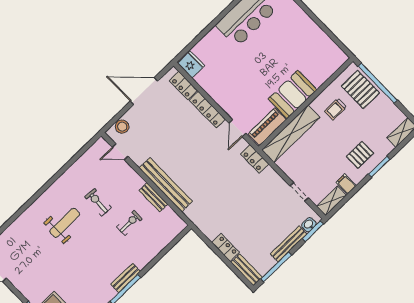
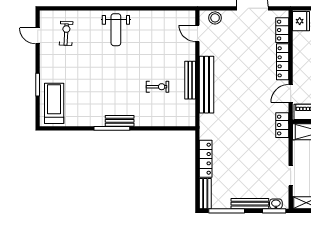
bench: (153, 197) -> (190, 80), width x1.36
exercise bike: (98, 202) -> (66, 33), moved
weight bench: (65, 223) -> (116, 30), moved, turned 90
locker: (225, 247) -> (206, 159), width x1.53

